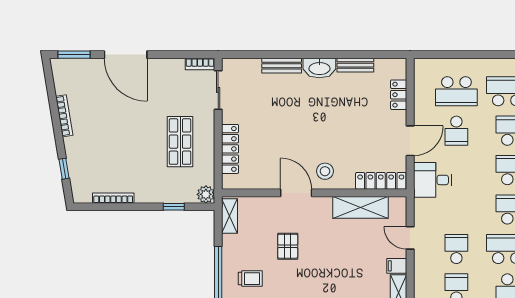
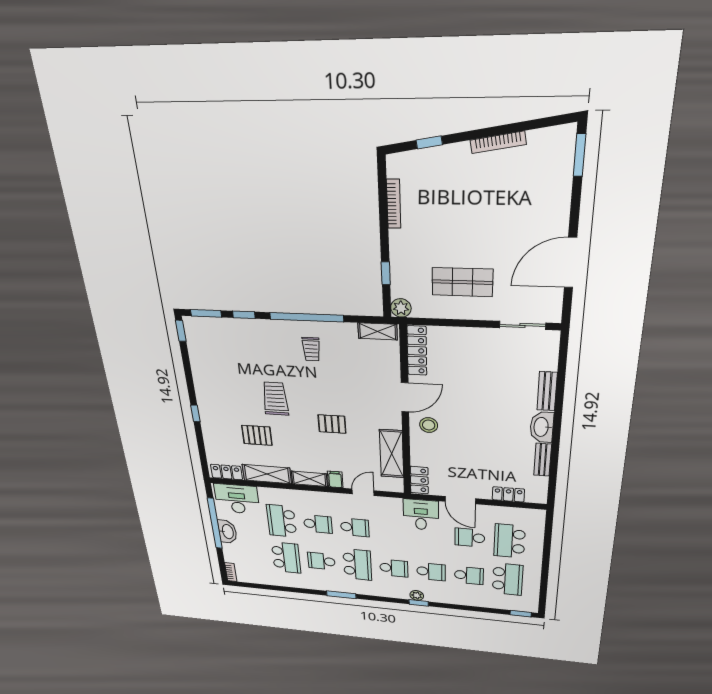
door: (126, 55) -> (571, 263), moved
bookcase: (200, 64) -> (555, 307), removed
locker: (230, 149) -> (417, 351), moved, turned -90
locker: (381, 181) -> (419, 480), width x0.66
pallet: (288, 246) -> (332, 424), moved

